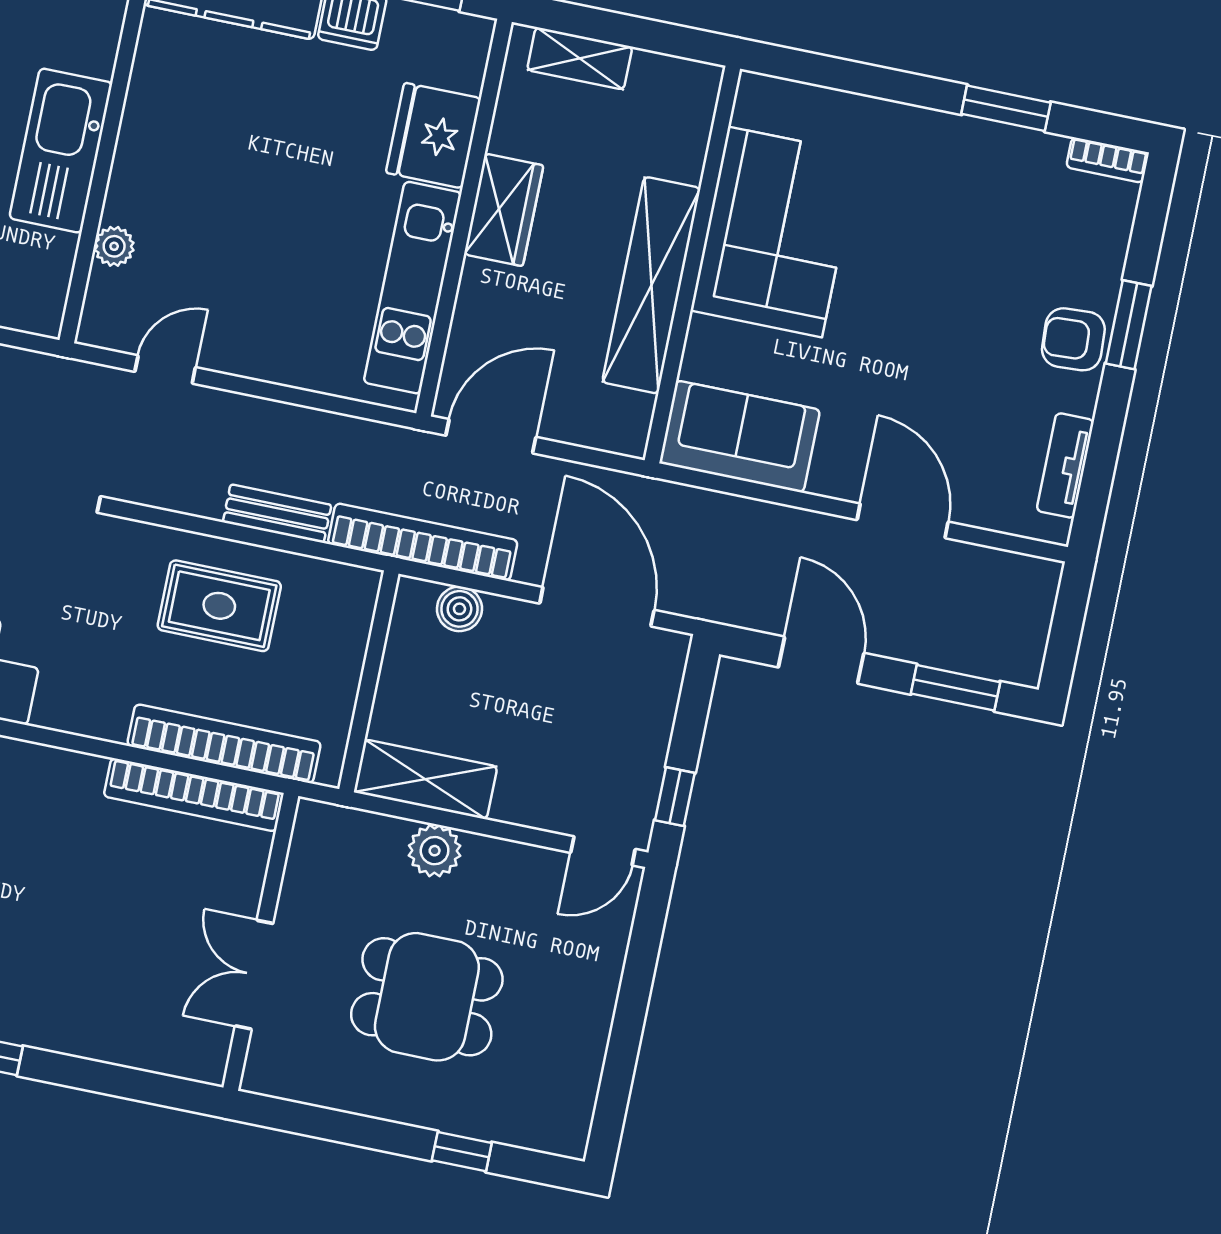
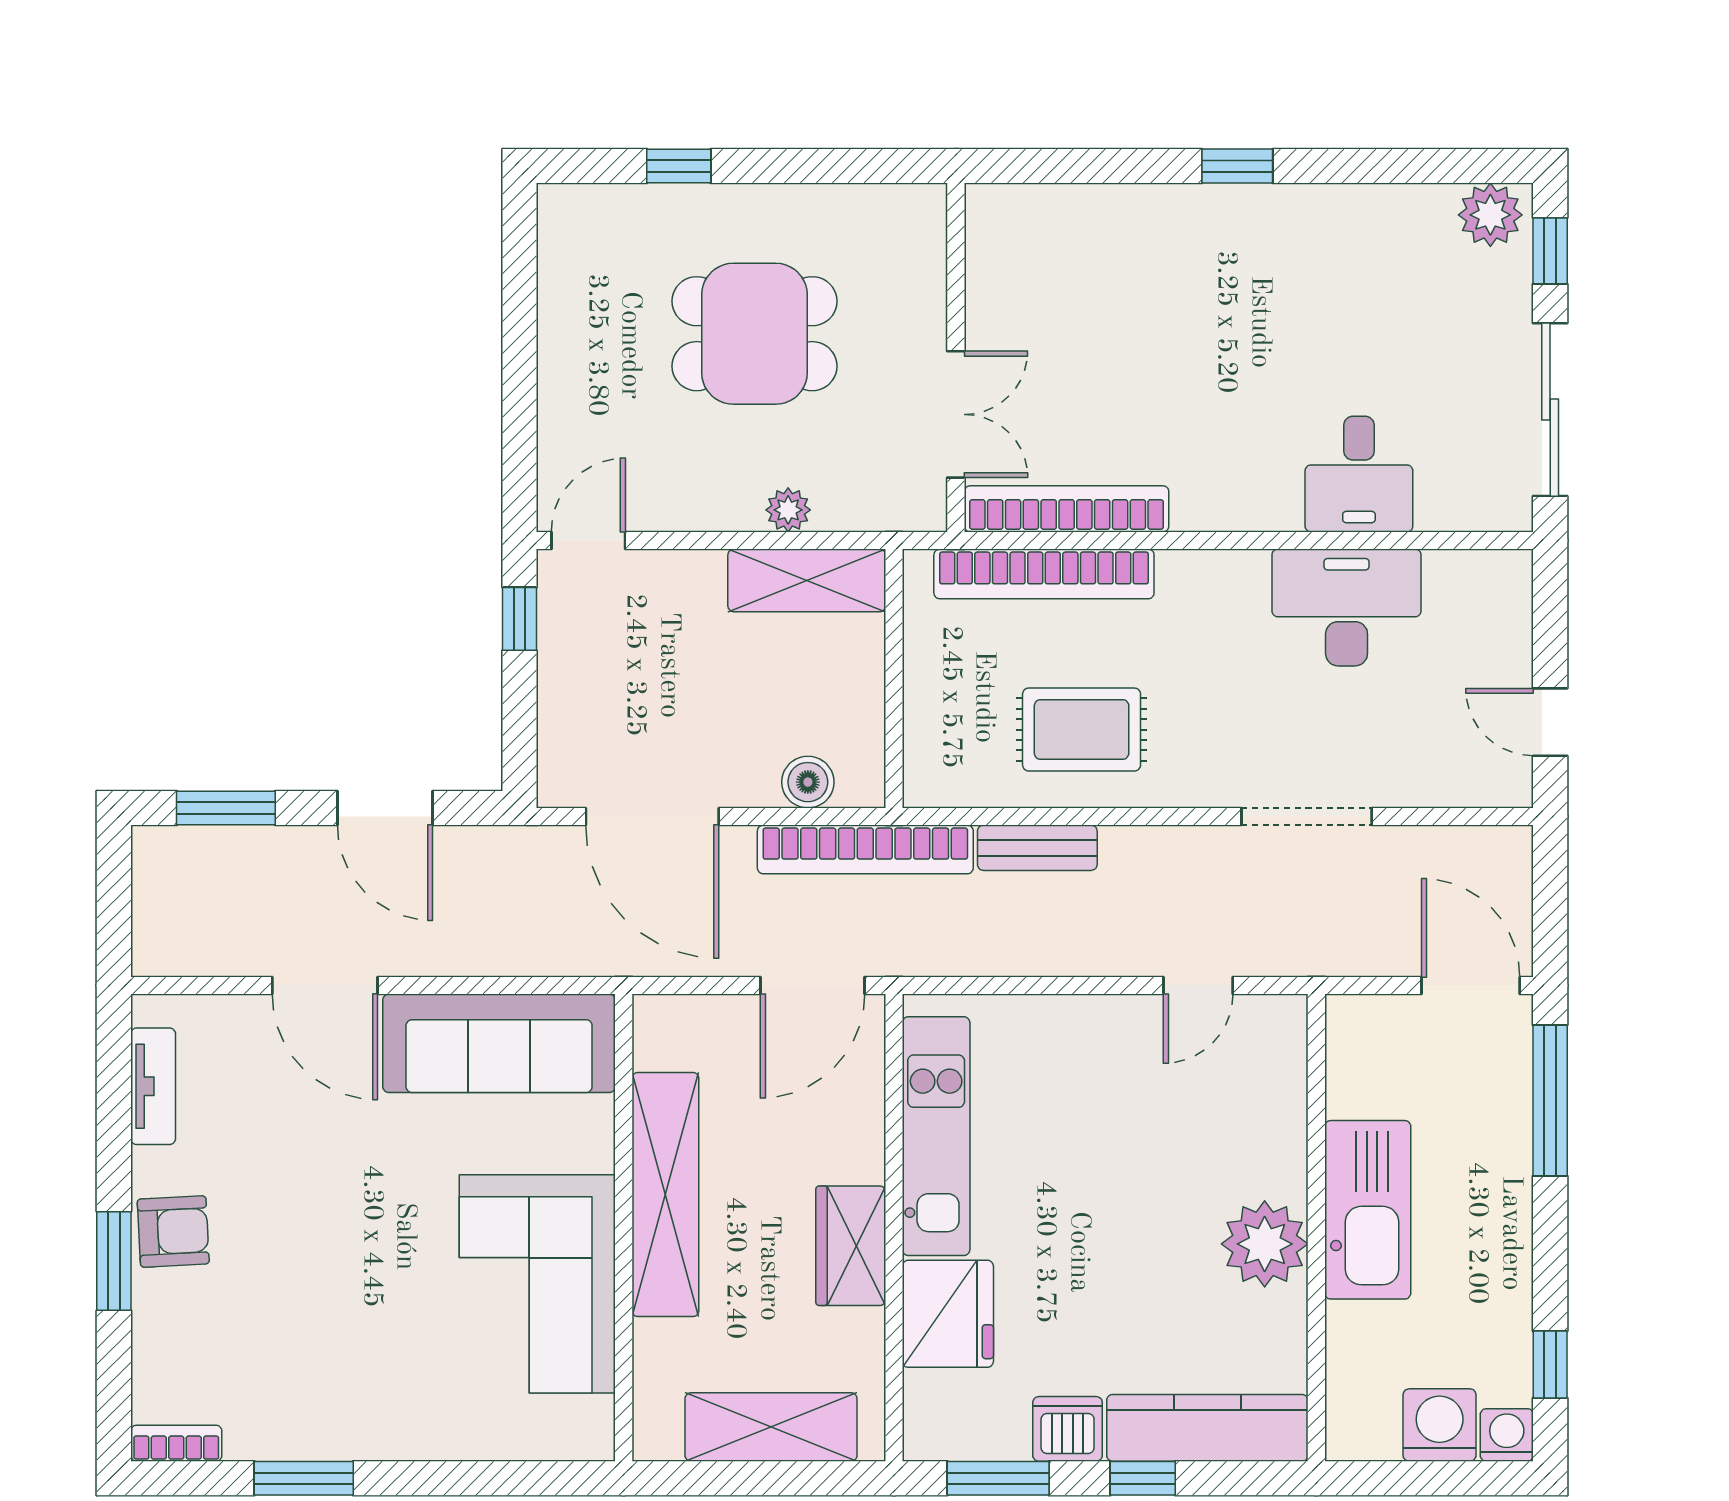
shelving: (580, 58) -> (771, 1427), width x1.50, depth x1.33
plant: (114, 246) -> (1265, 1244), moved, width x1.88, depth x1.88
sofa: (740, 436) -> (499, 1043), width x1.36
plant: (435, 851) -> (788, 510), width x0.73, depth x0.73
double door: (254, 975) -> (956, 414), moved

